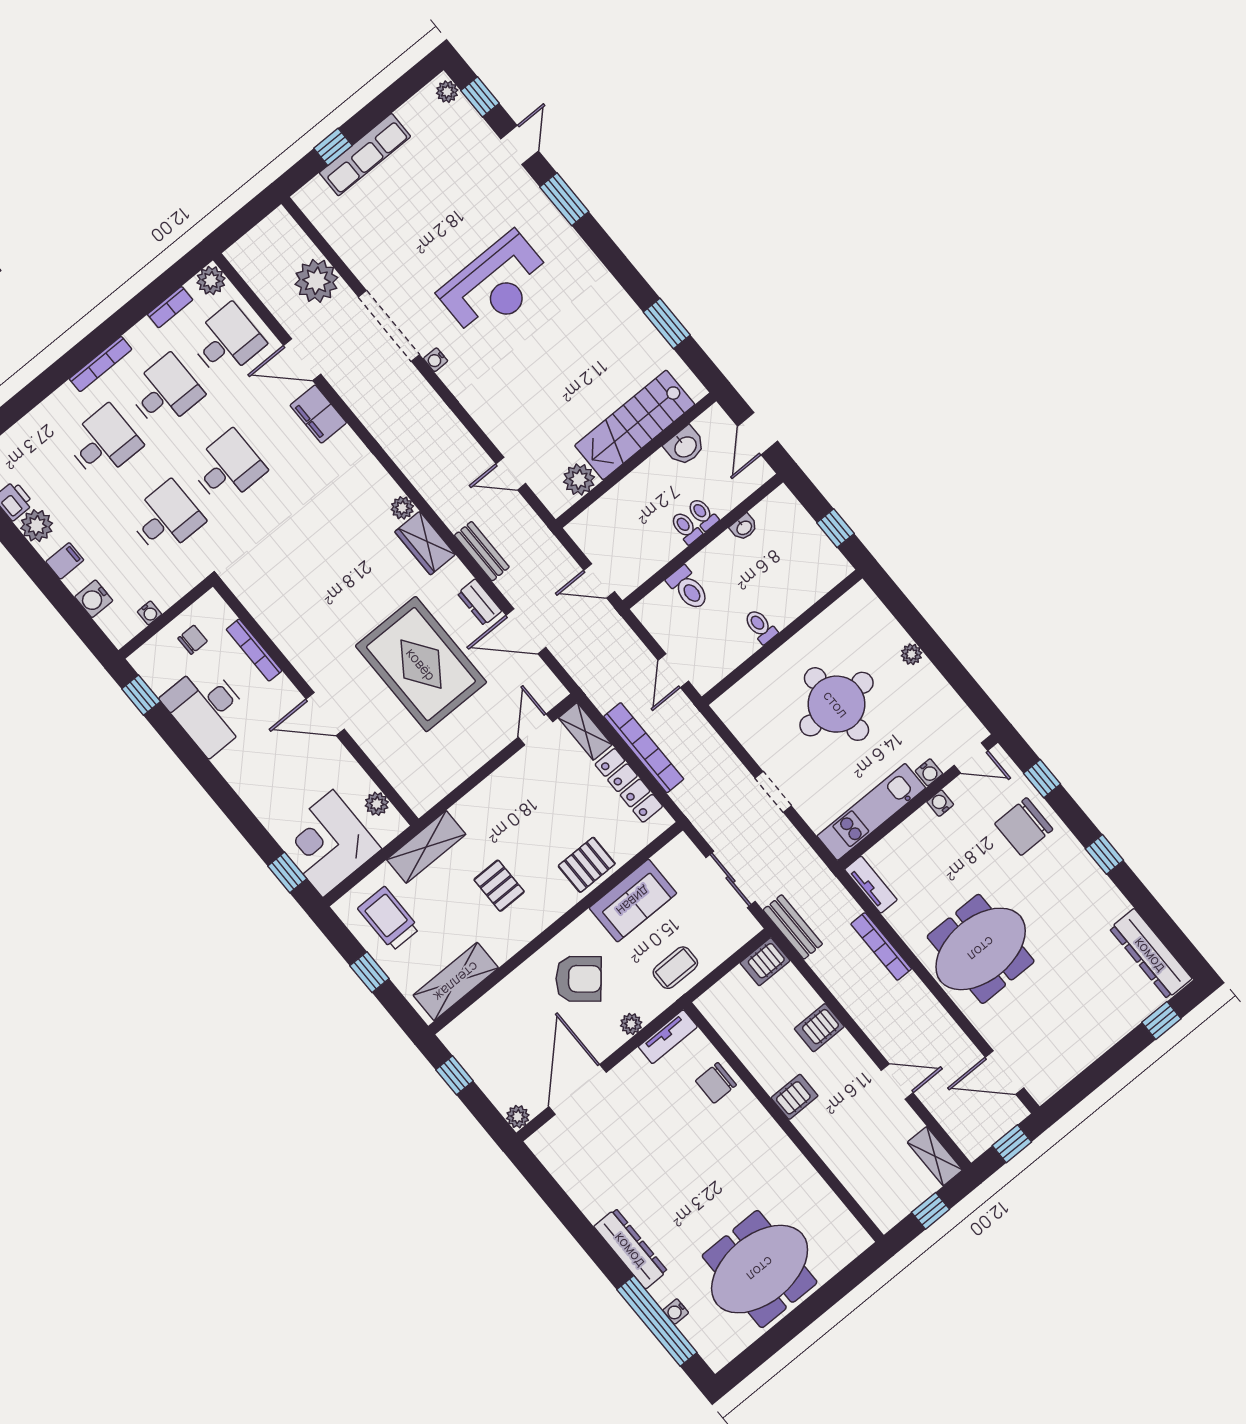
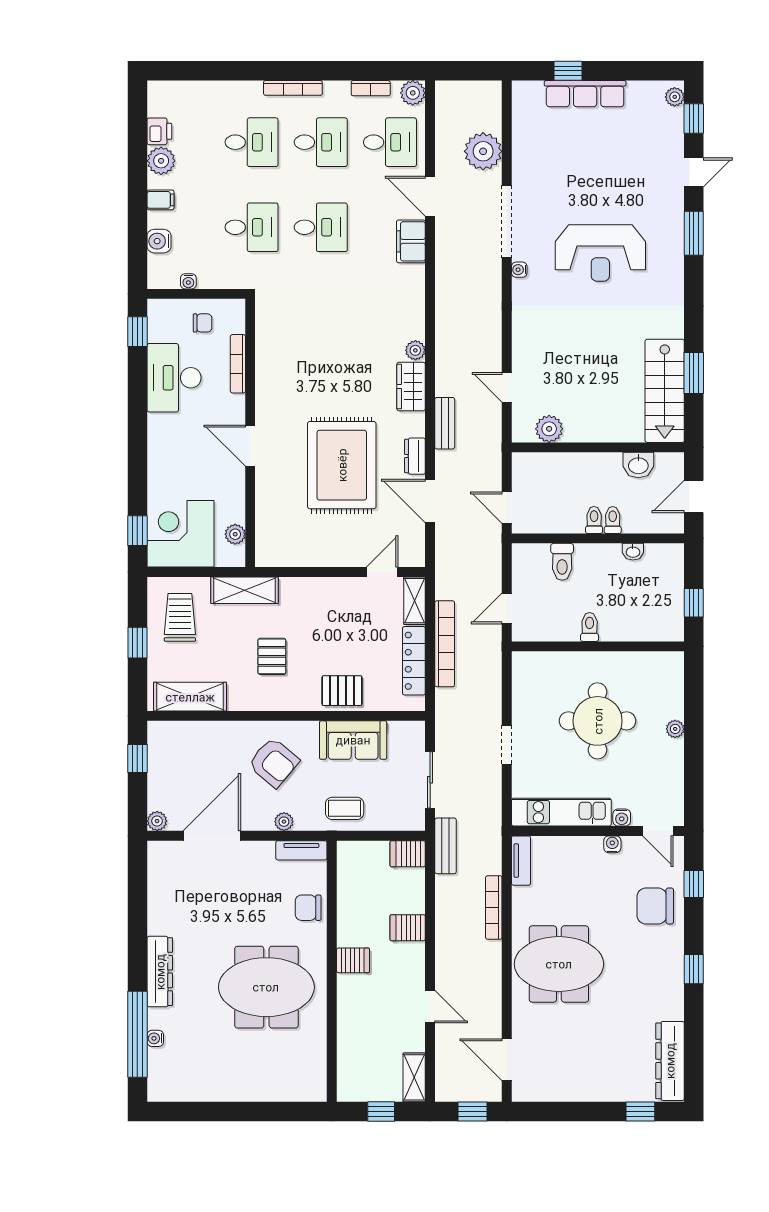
stairs: (635, 425) -> (665, 391), moved, turned -90
meeting table: (760, 1269) -> (266, 987), moved

